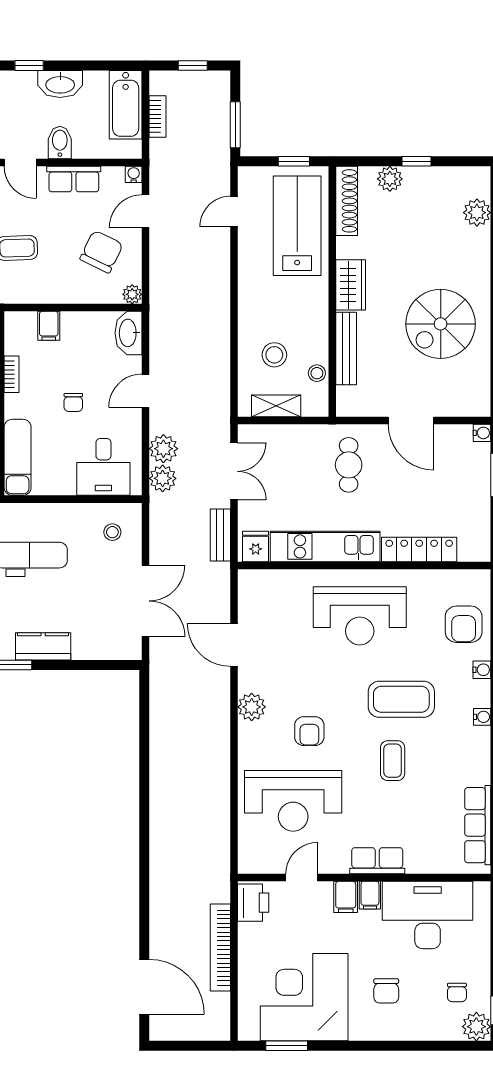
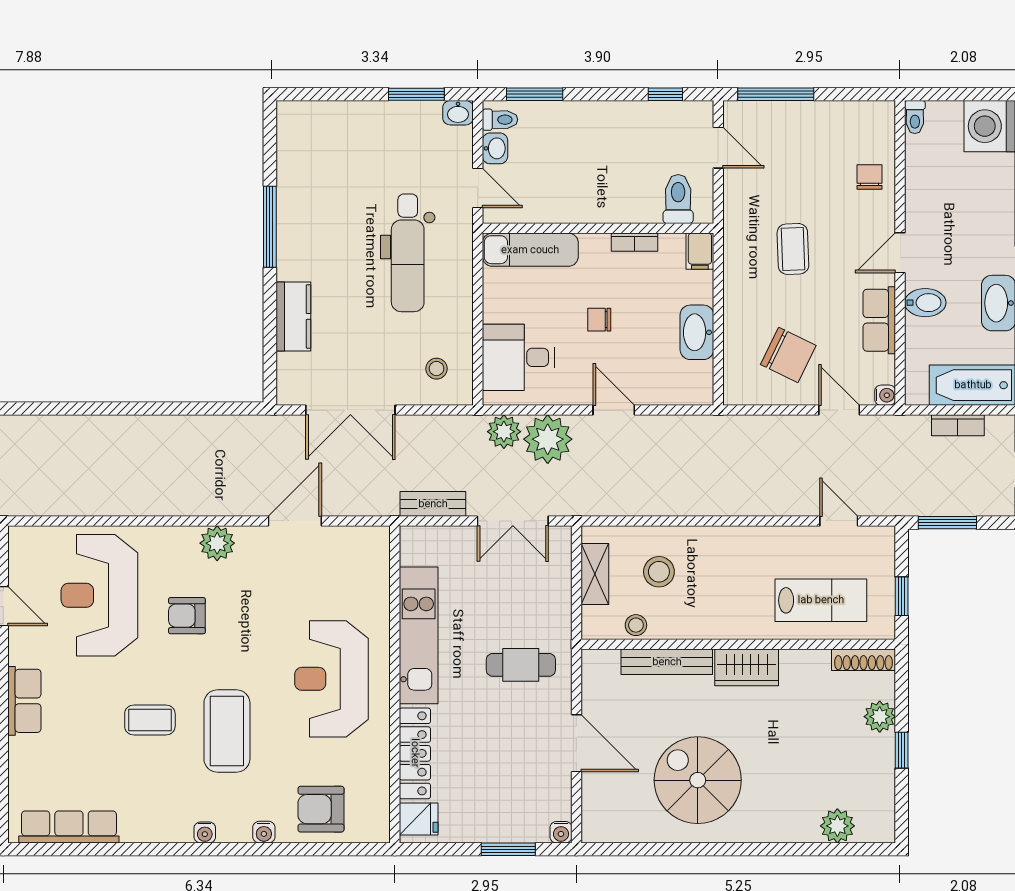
shoe rack: (347, 201) -> (863, 660), width x0.74, depth x0.81
lab bench: (297, 226) -> (821, 600), width x0.73, depth x0.72
plant: (132, 294) -> (735, 393), removed
filing cabinet: (49, 326) -> (700, 251), moved, turned -90
washbasin: (129, 333) -> (697, 332), moved, turned -90
door: (411, 421) -> (576, 743), swing flipped
plant: (163, 449) -> (548, 439), width x1.36, depth x1.36
fridge: (256, 546) -> (419, 819), moved
kitchen counter: (43, 646) -> (293, 316), moved

